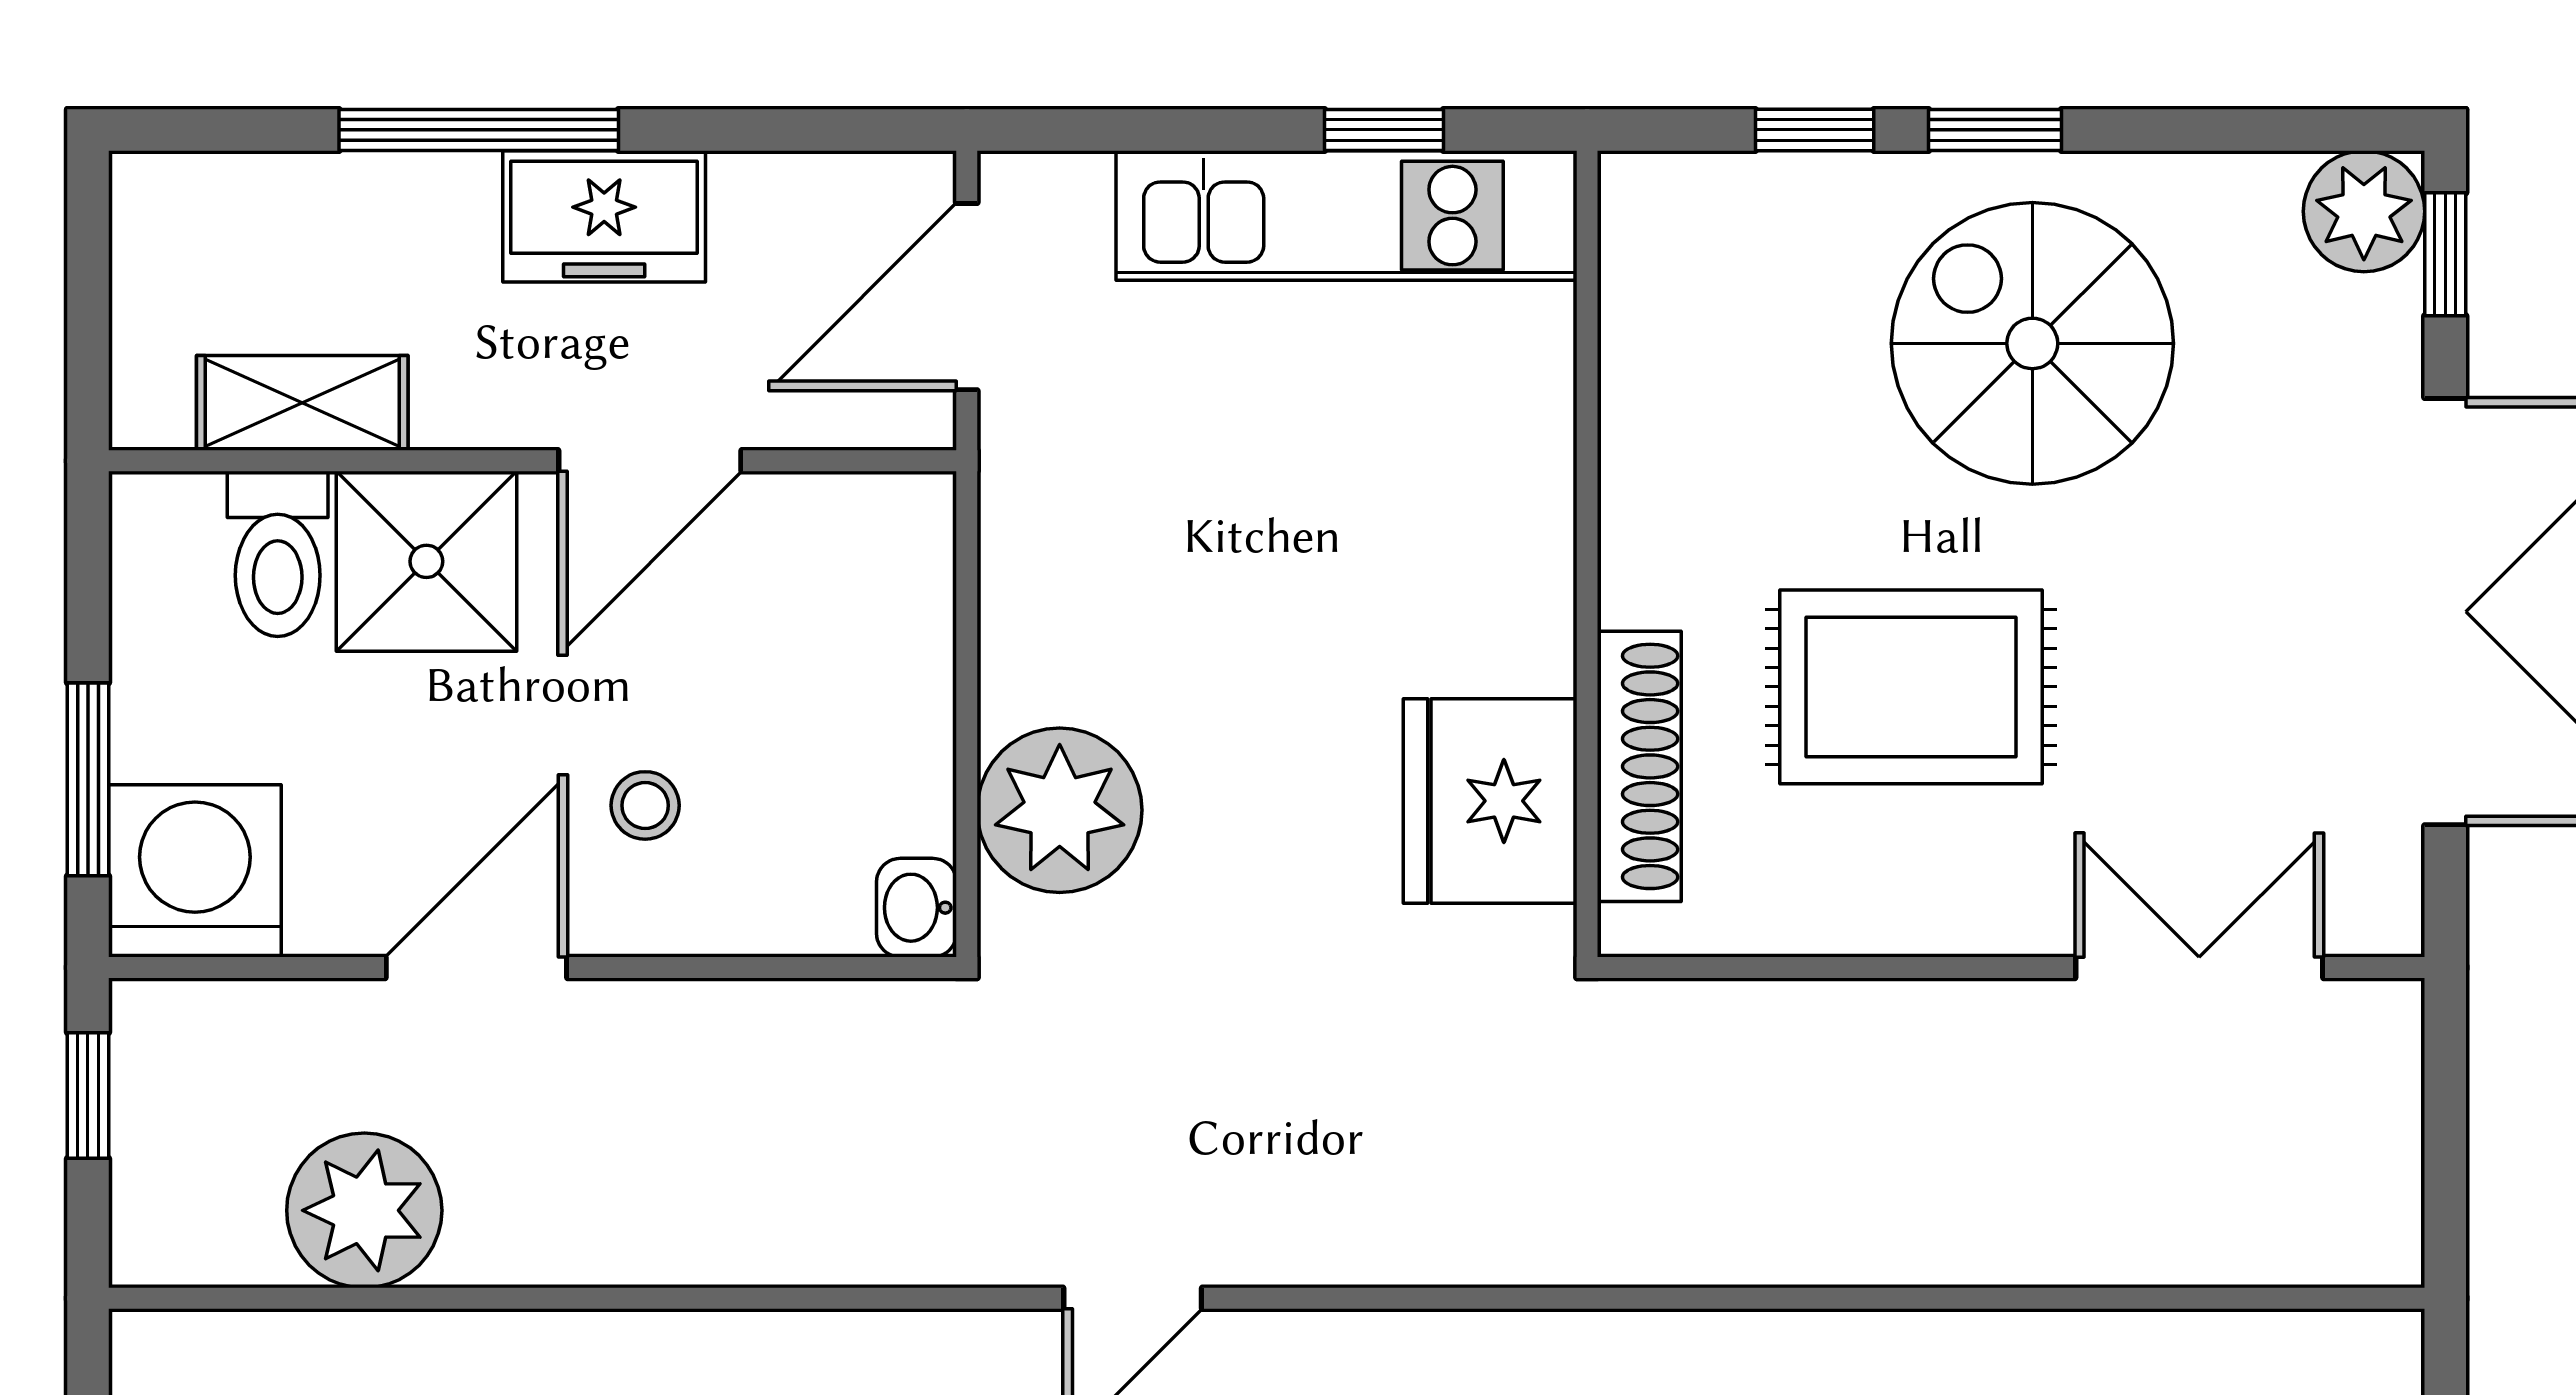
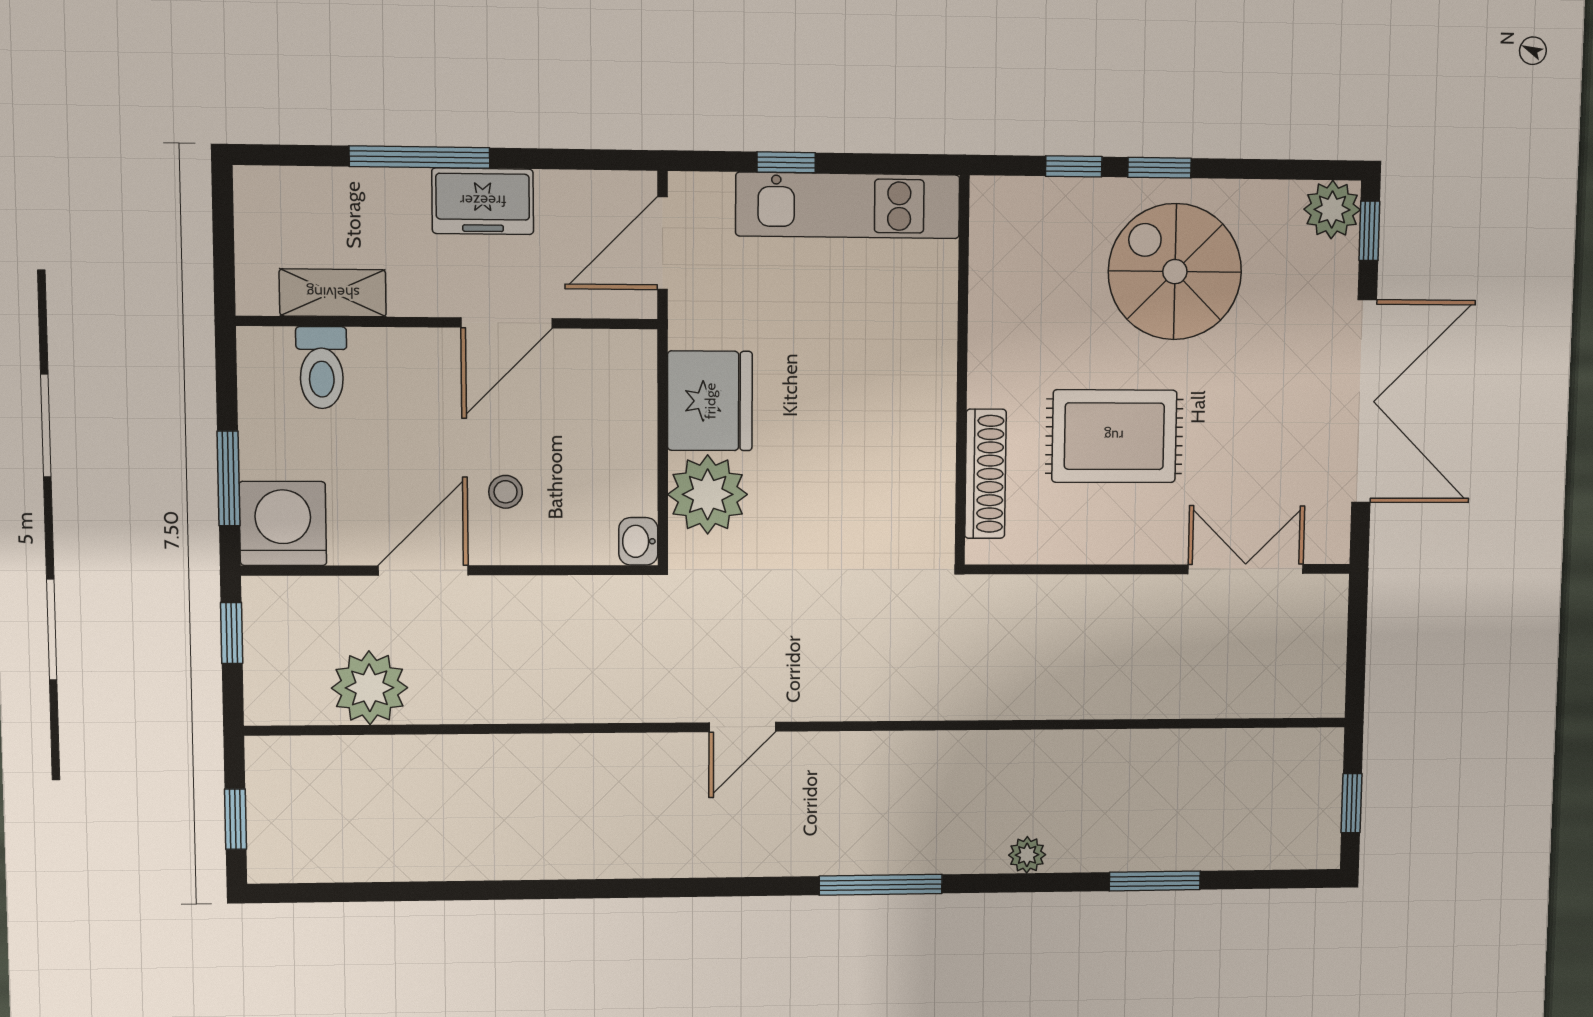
window: (1384, 130) -> (786, 162), moved
shower: (426, 561) -> (396, 372), removed
fridge: (1490, 801) -> (710, 401), moved, turned 180

